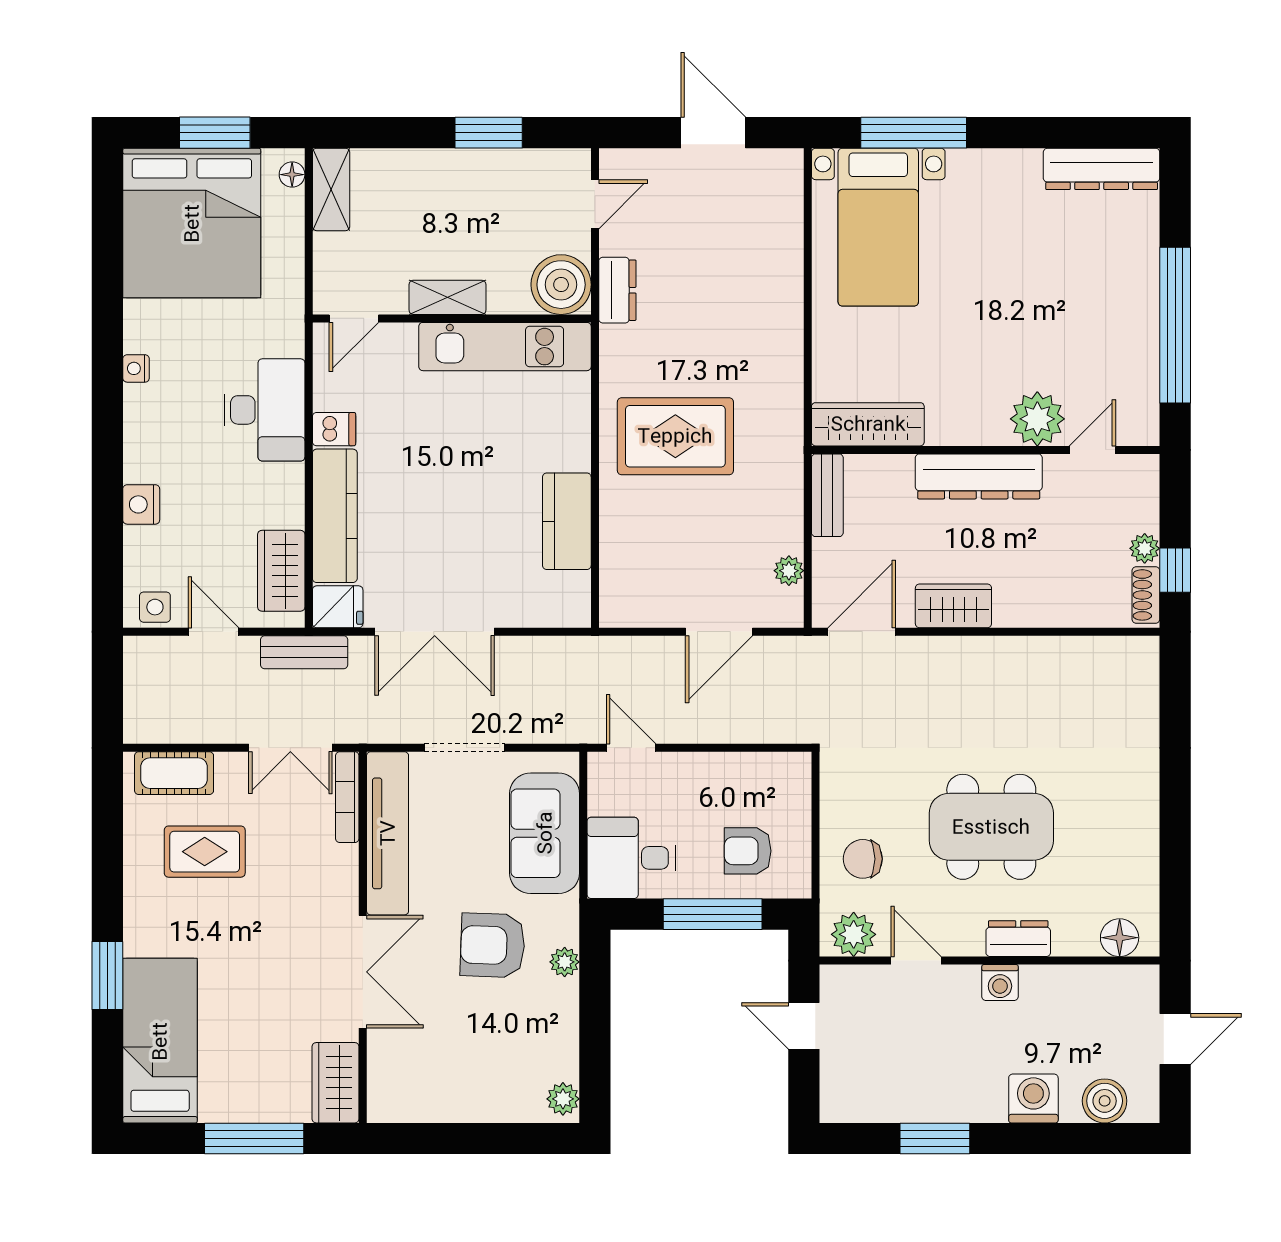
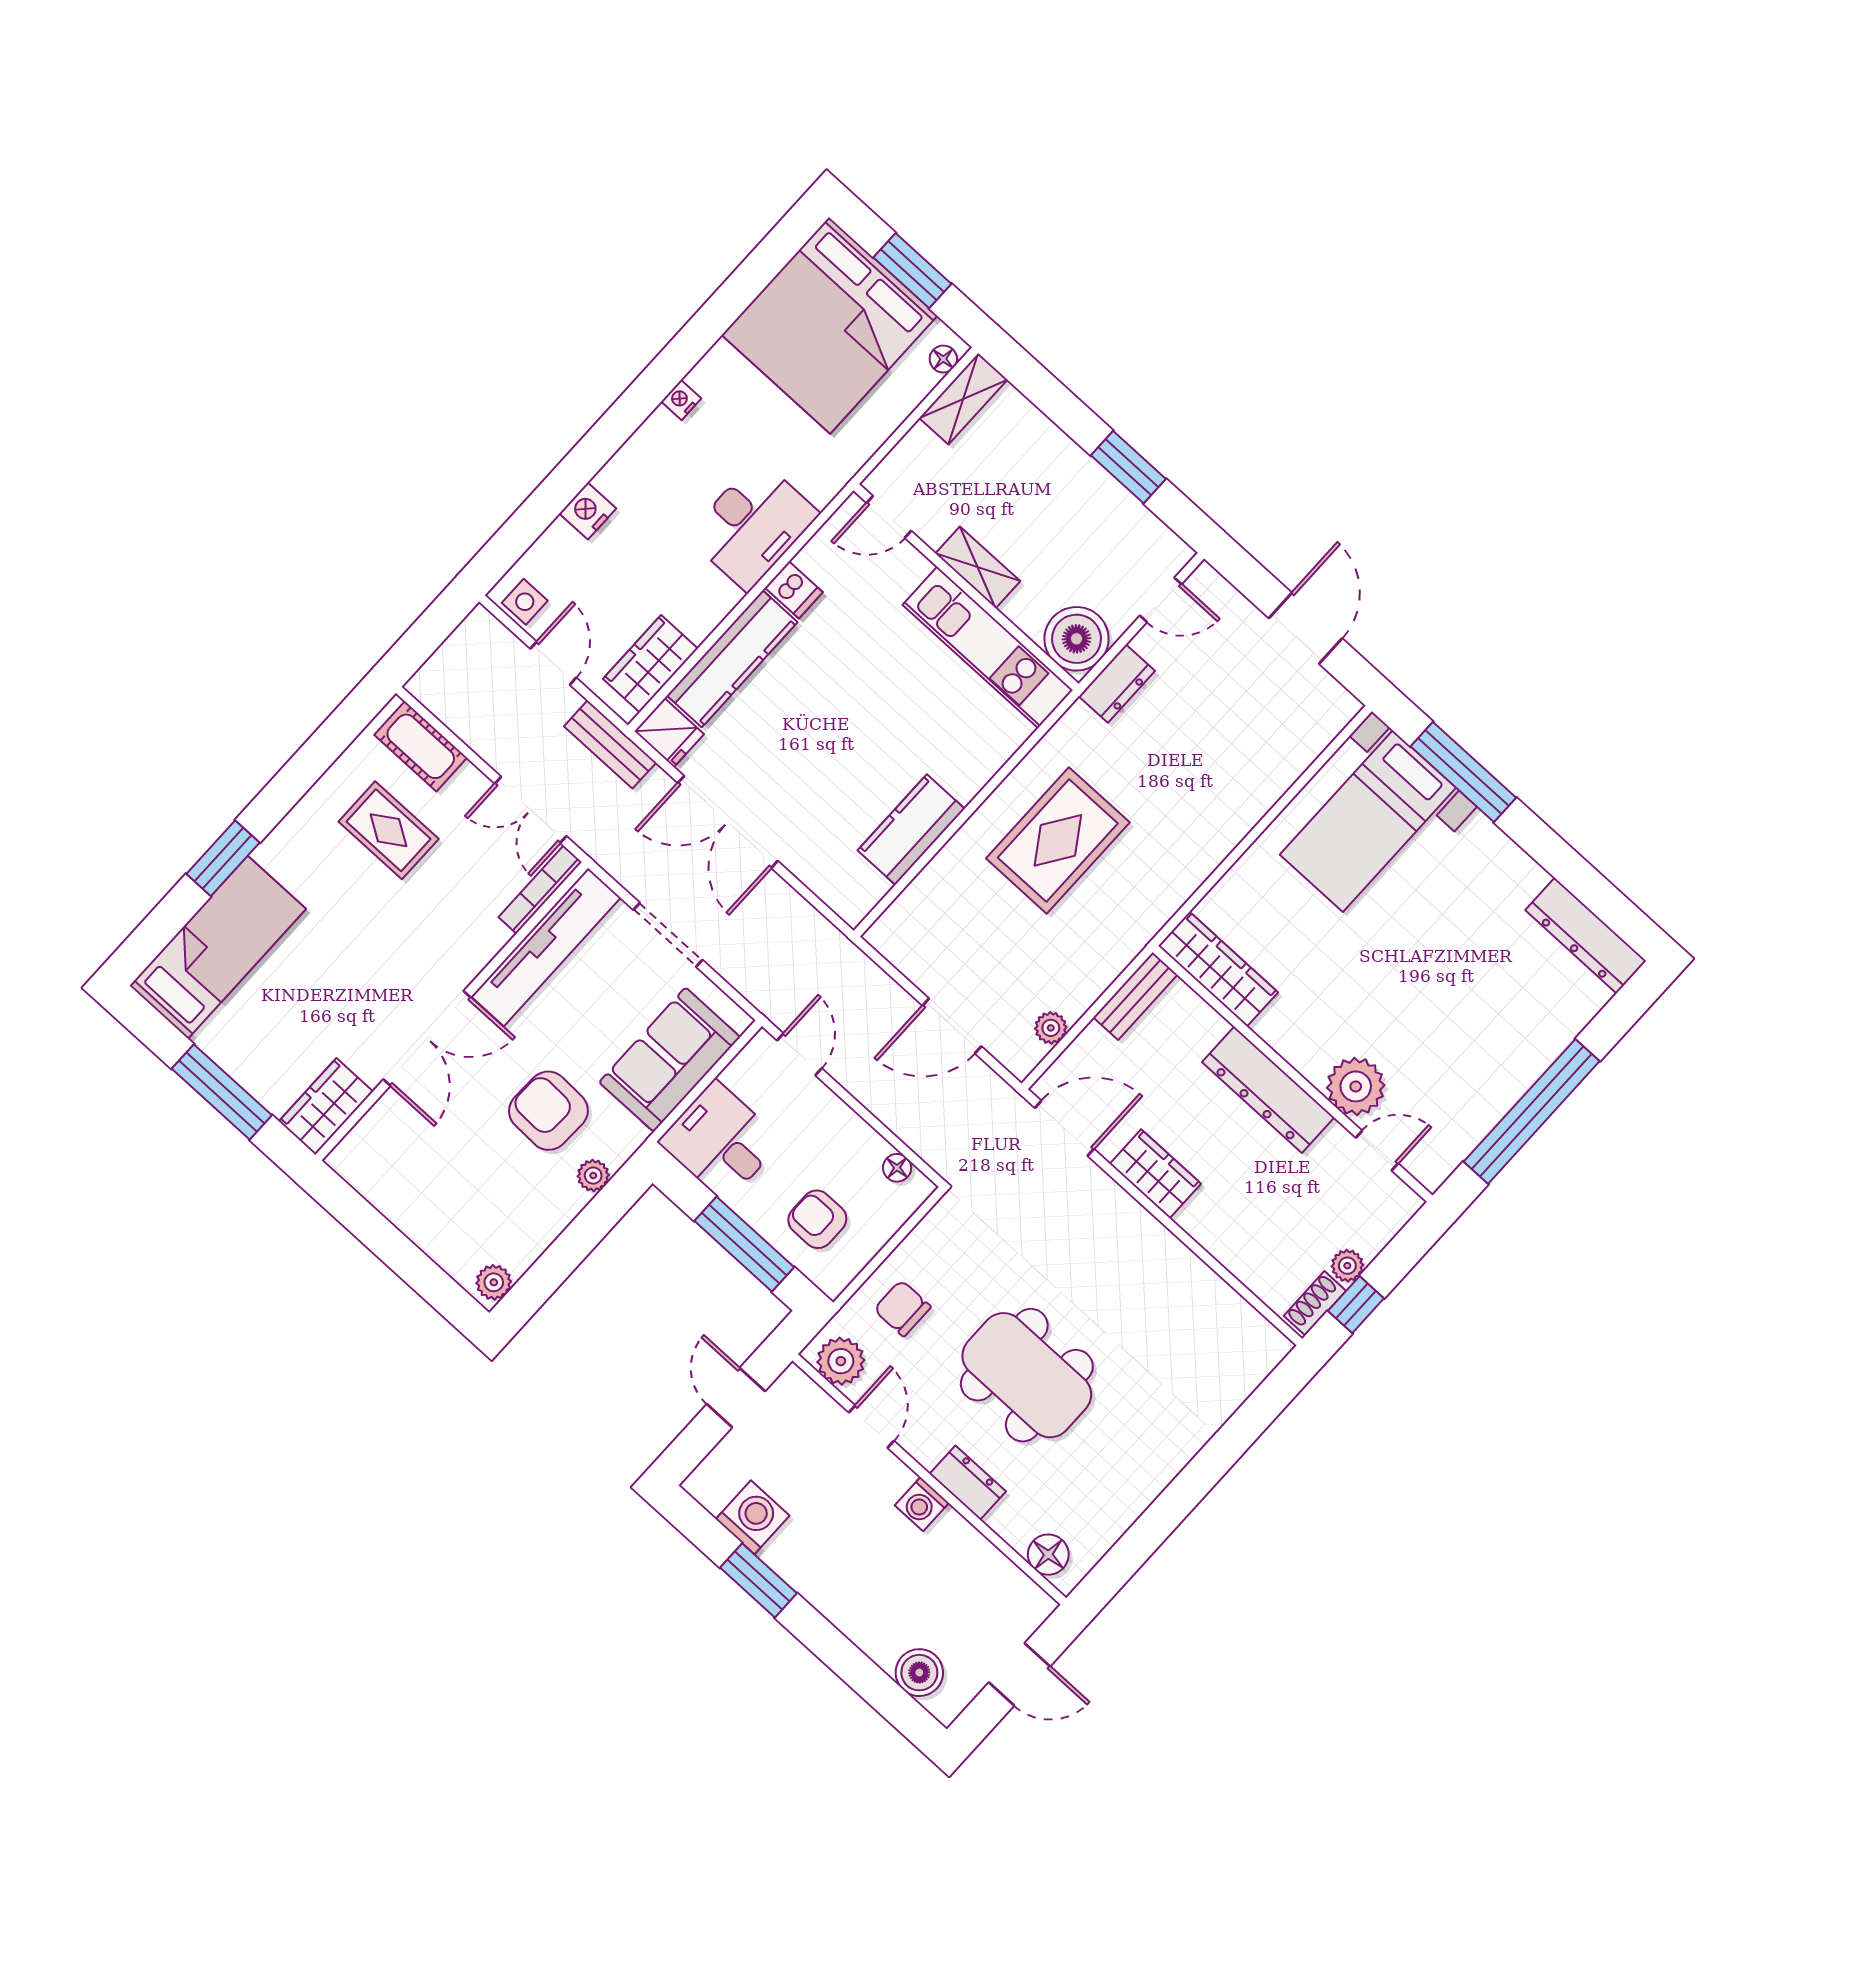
rug: (675, 436) -> (1058, 840), turned 90
floor lamp: (770, 765) -> (897, 1168), added
washing machine: (1033, 1098) -> (753, 1517), moved

